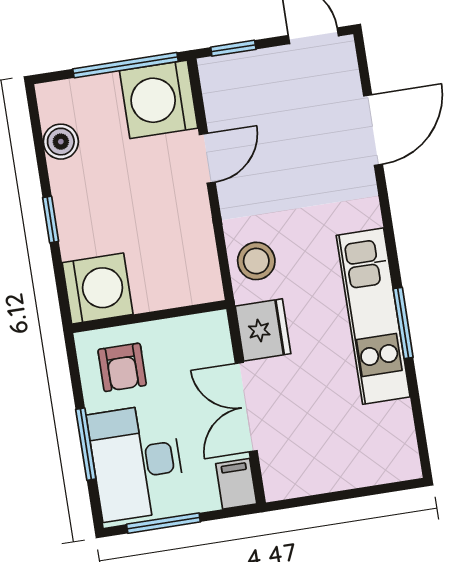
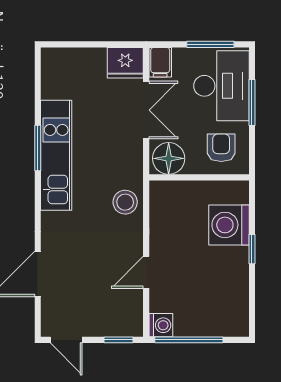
washing machine: (159, 99) -> (161, 325), width x0.53, depth x0.53
boiler: (61, 142) -> (238, 298), removed
washing machine: (98, 288) -> (229, 225), moved
fridge: (263, 330) -> (125, 63), moved, turned -90
floor lamp: (200, 338) -> (169, 158), added

